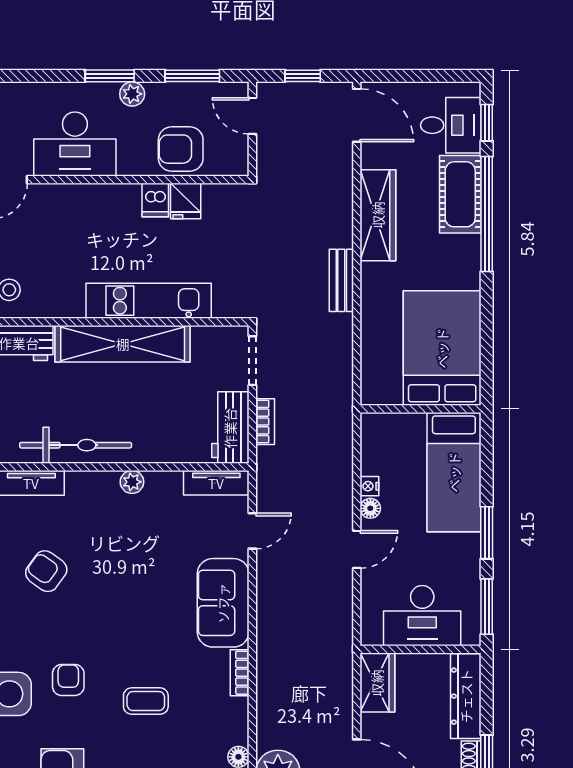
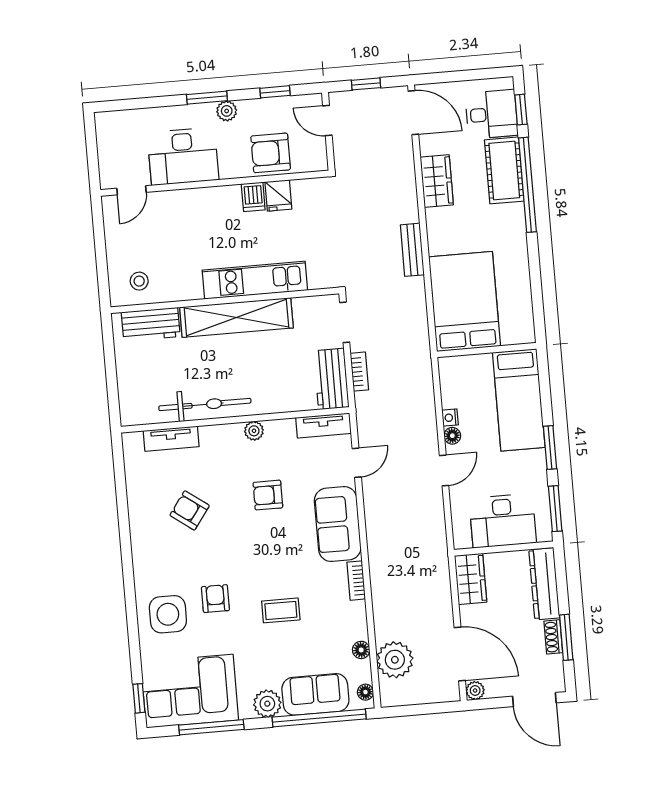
window: (192, 76) -> (275, 92), width x0.67
wardrobe: (378, 215) -> (437, 181), width x0.67
bed: (442, 348) -> (465, 301), moved
armchair: (142, 561) -> (268, 495), added

